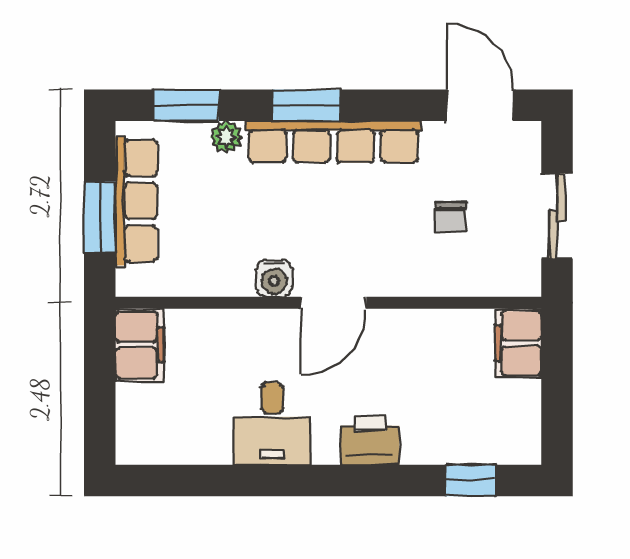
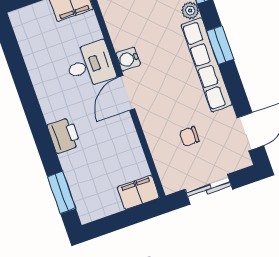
door: (333, 303) -> (126, 93), hinge flipped
desk: (272, 424) -> (90, 65), moved, turned 180
window: (471, 480) -> (62, 193), width x1.50

